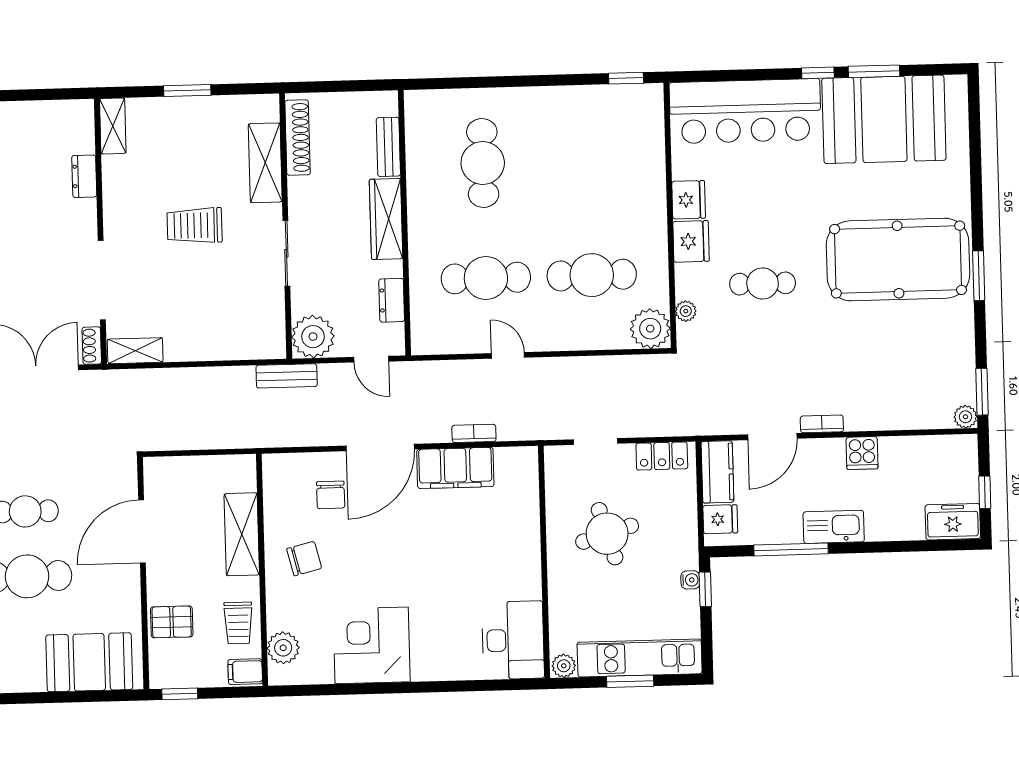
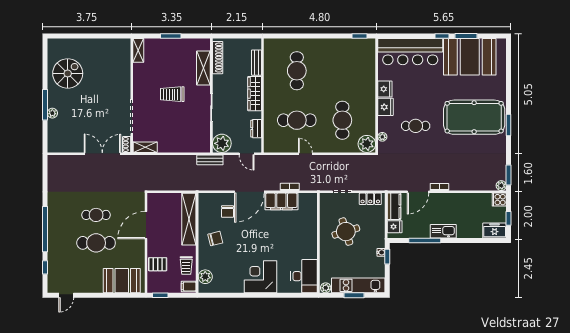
dresser: (84, 176) -> (125, 72), removed
cafe table: (592, 275) -> (342, 120), turned 90
cooker: (862, 453) -> (499, 200), moved, turned 90
shelving: (242, 534) -> (189, 219), width x1.47
corner desk: (372, 645) -> (260, 277), moved

